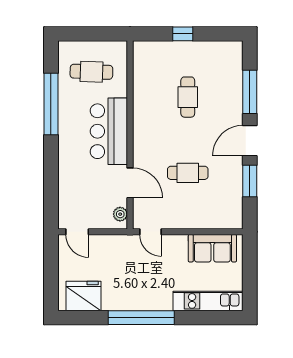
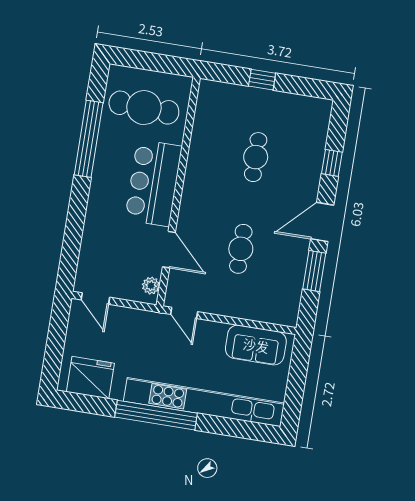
cafe table: (91, 72) -> (144, 108), width x1.37, depth x1.35
window: (250, 92) -> (332, 163), width x0.46
cafe table: (188, 173) -> (241, 249), turned 90
kitchen unit: (208, 301) -> (204, 402), width x1.86

